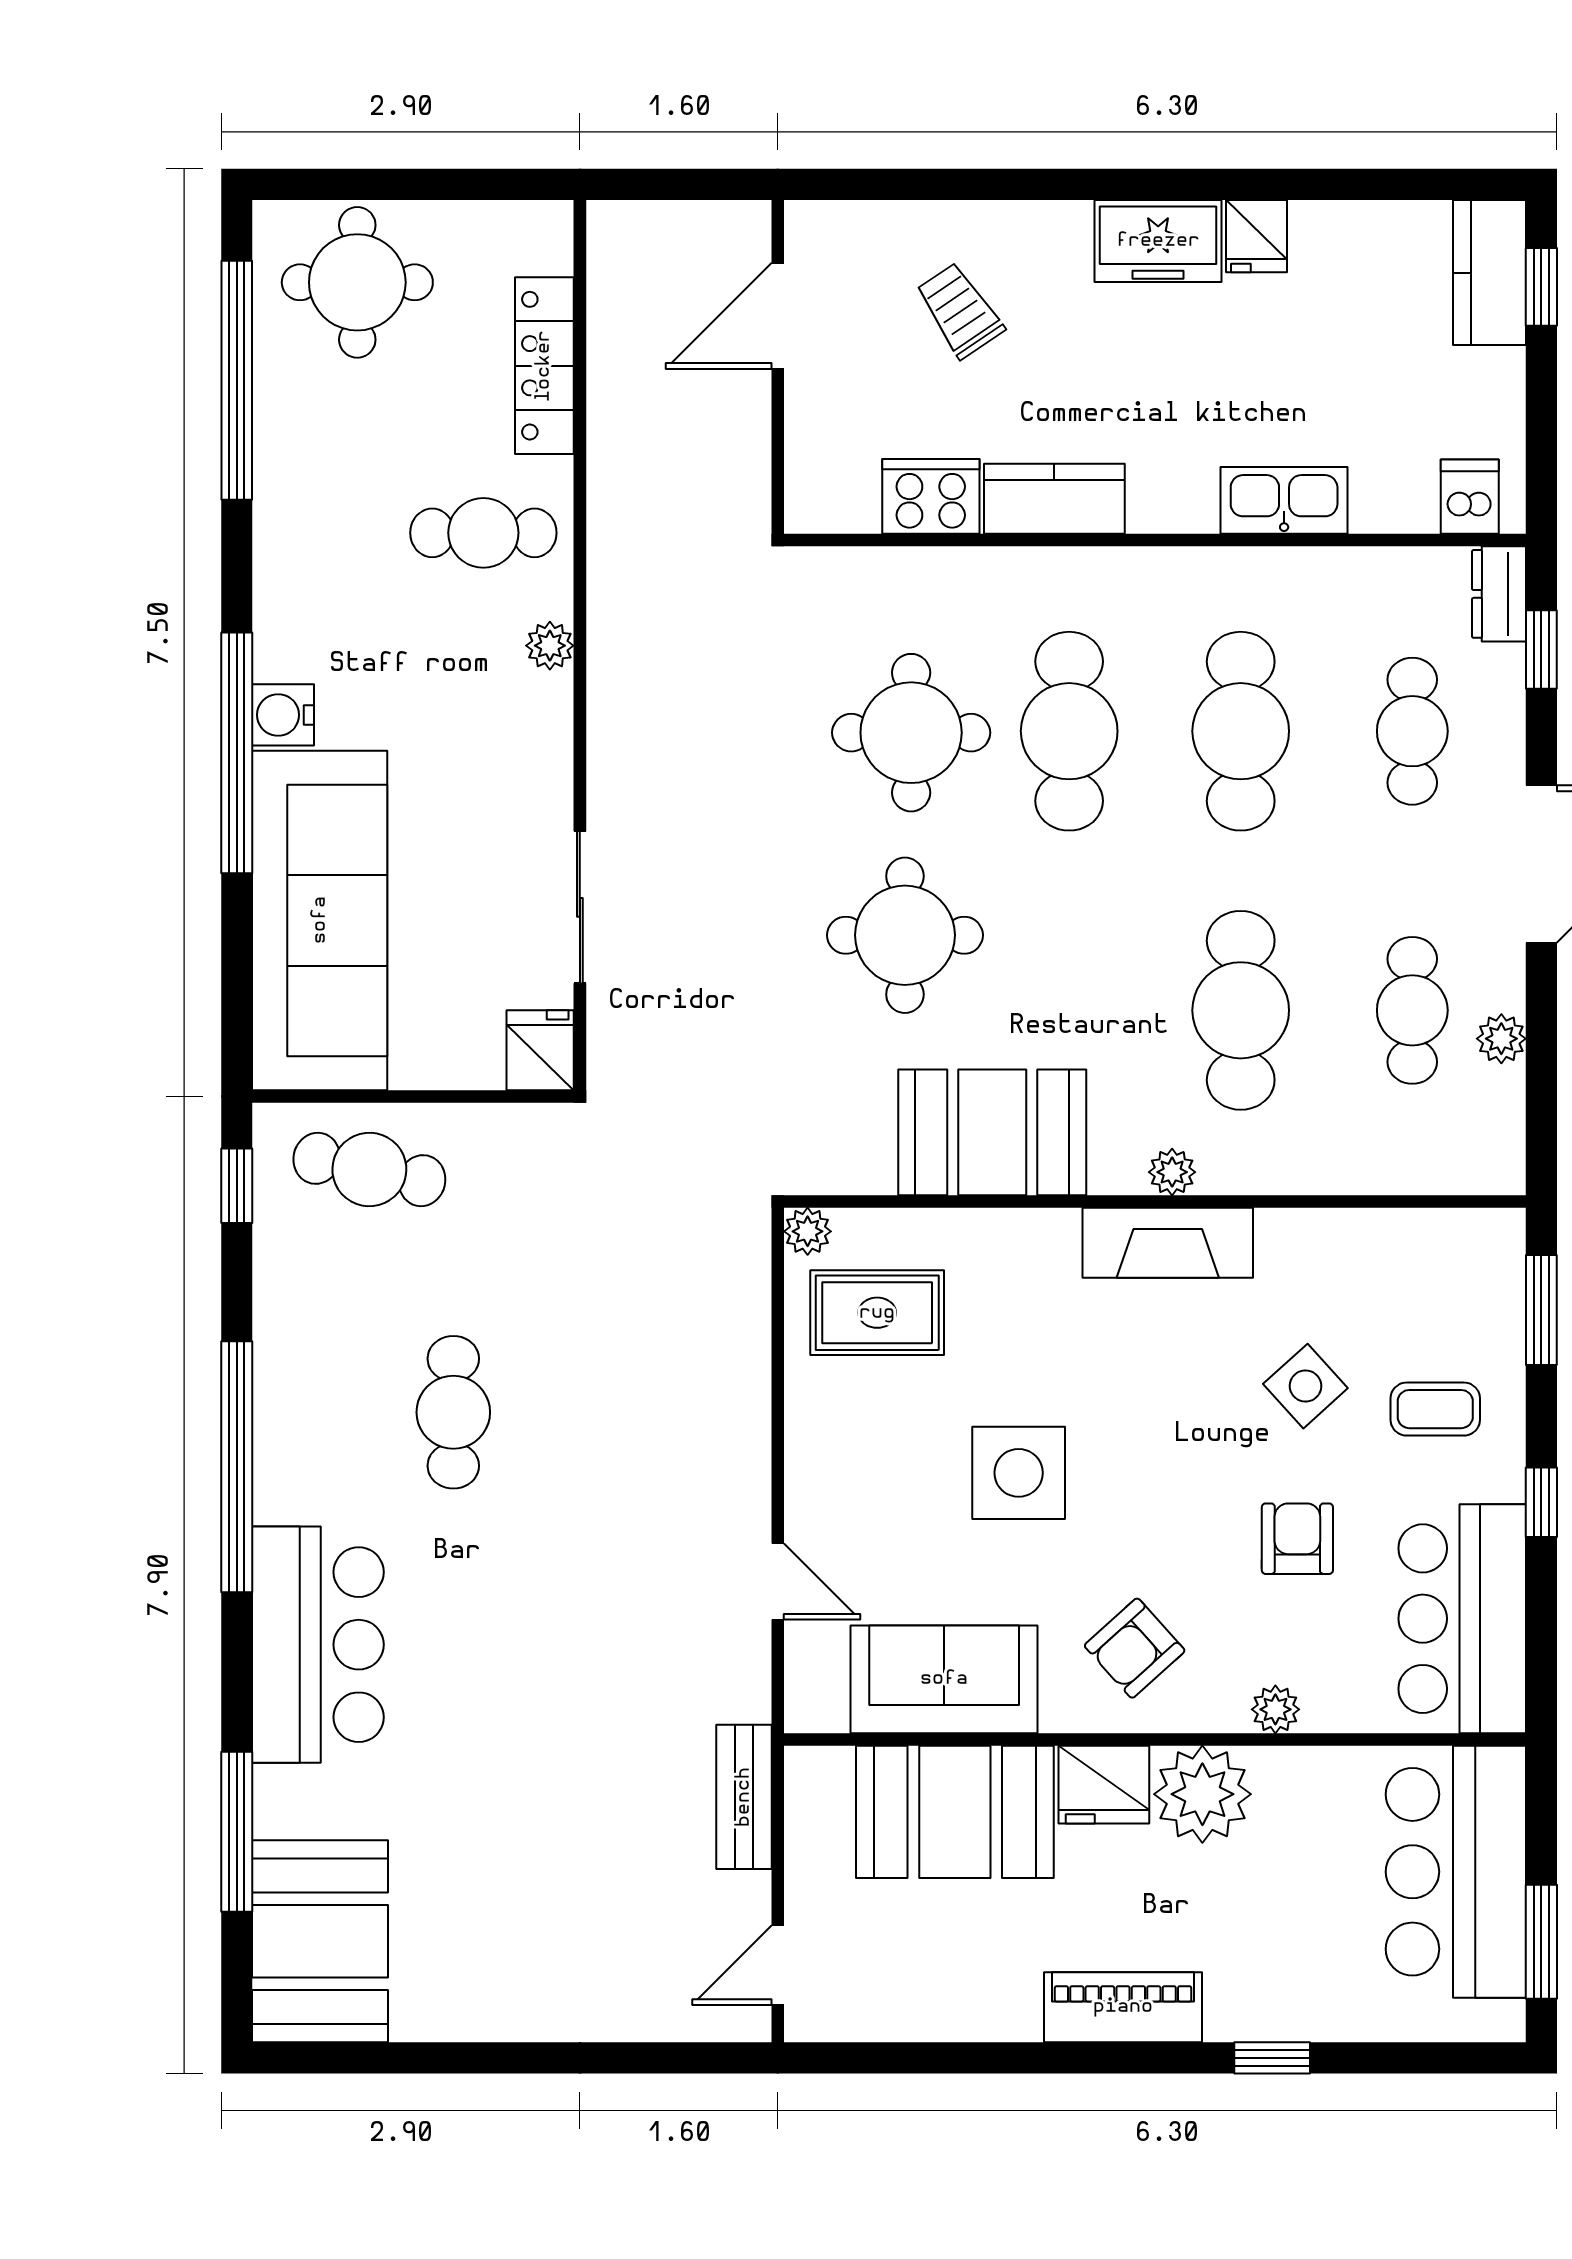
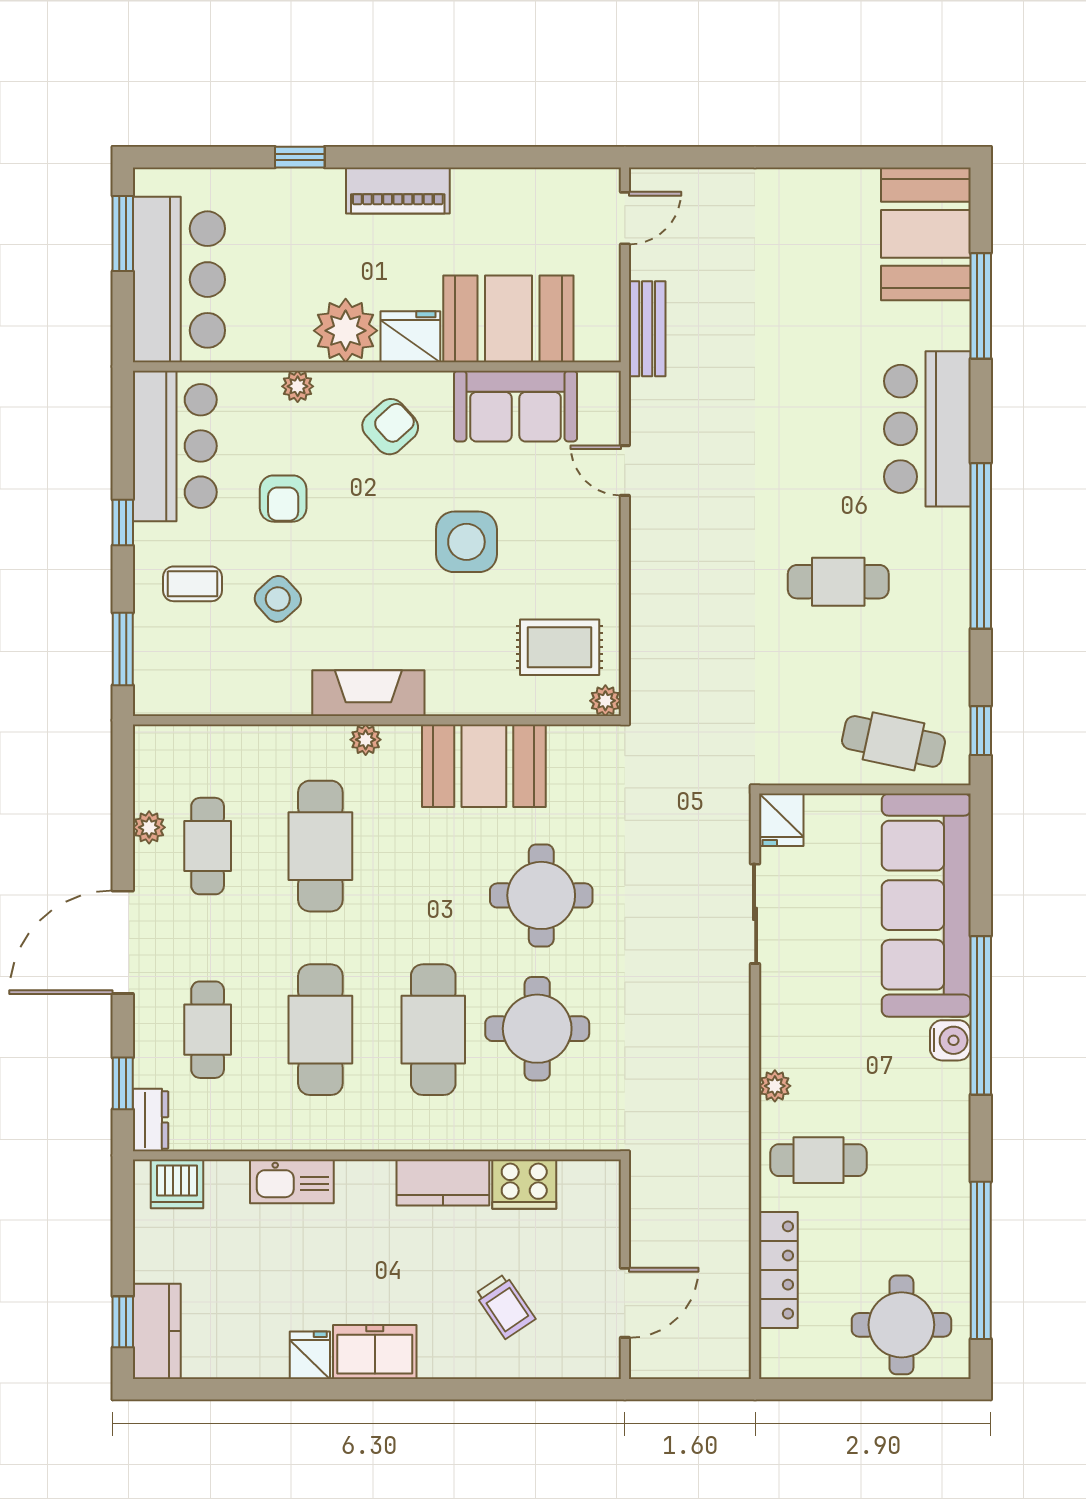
dishwasher: (1470, 497) -> (177, 1184), width x1.38
cafe table: (453, 1412) -> (838, 582), turned 90

